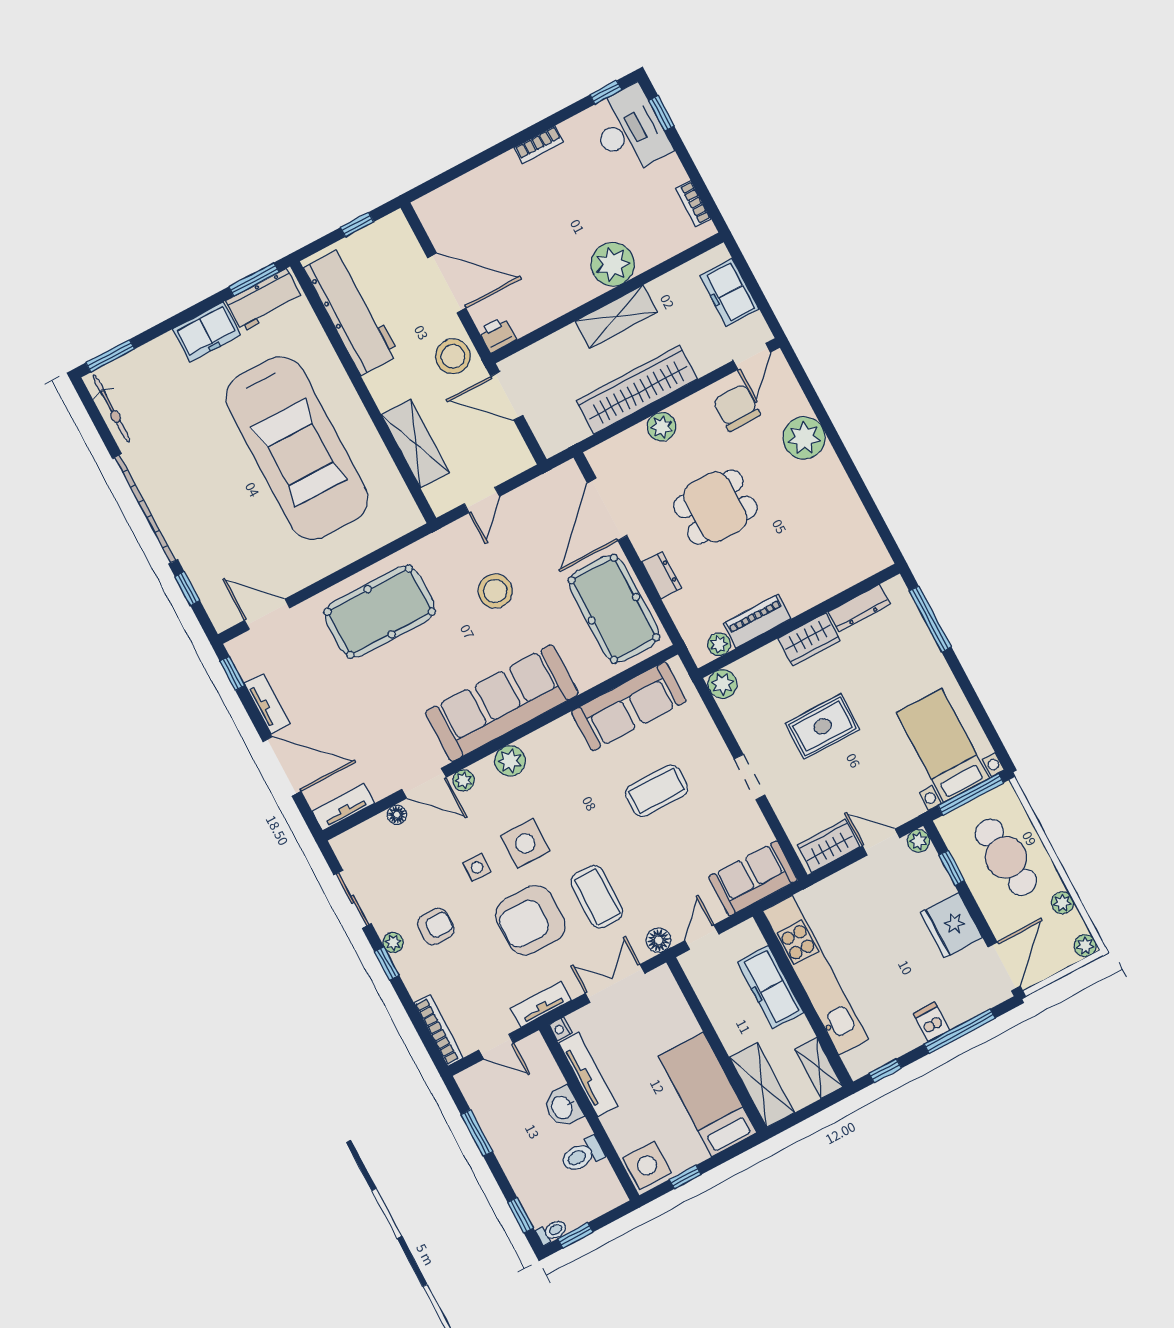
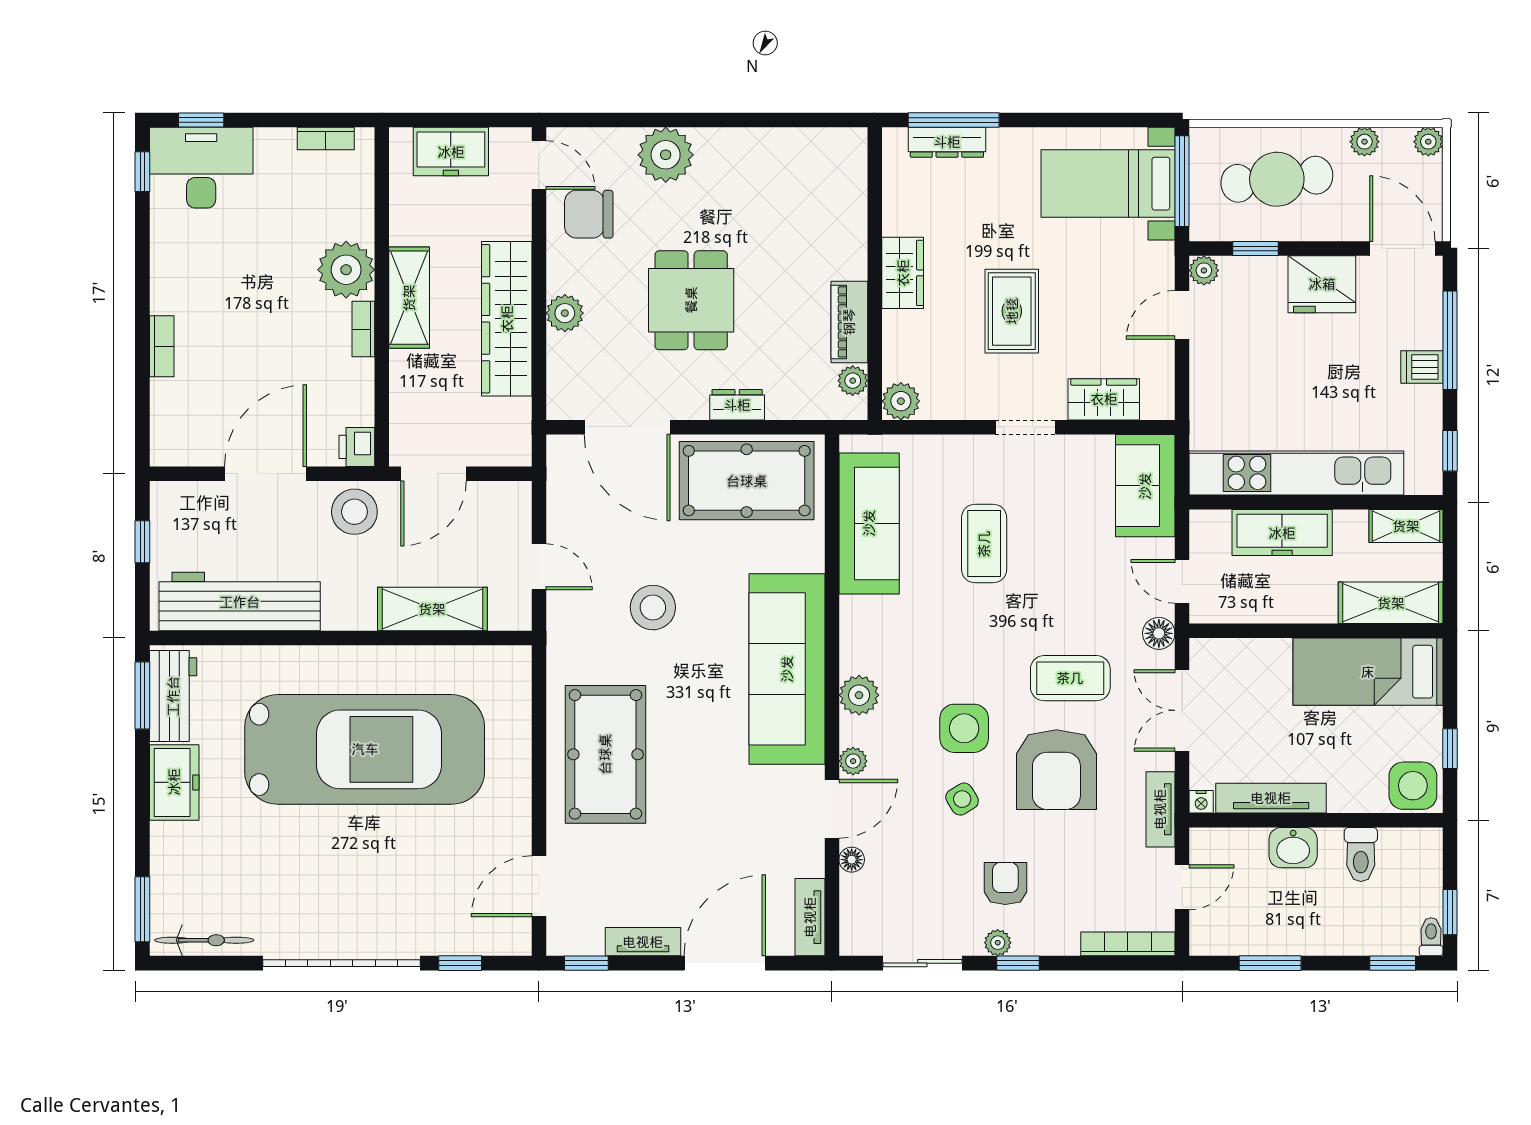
bookcase: (539, 145) -> (162, 346), moved
bookcase: (579, 297) -> (363, 329), added
dresser: (859, 608) -> (947, 142), moved, turned 90
wardrobe: (828, 846) -> (1104, 399), moved, turned 90
side table: (477, 867) -> (962, 799), turned -32

